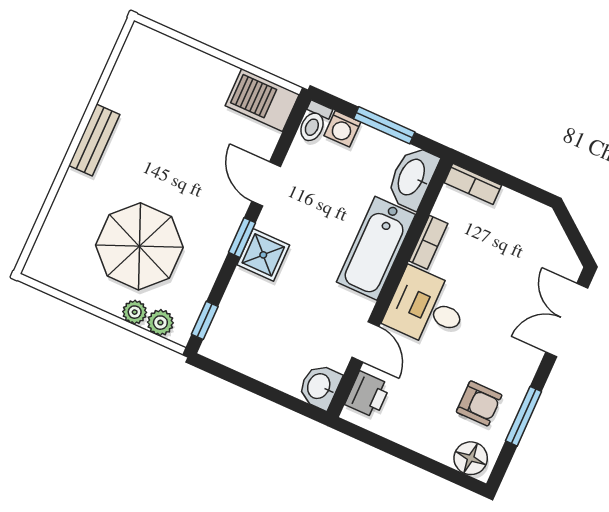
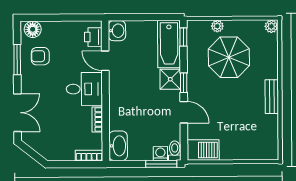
window: (384, 125) -> (161, 164), moved
bathtub: (376, 248) -> (169, 44), moved, turned 180
plant: (160, 323) -> (271, 26), moved

